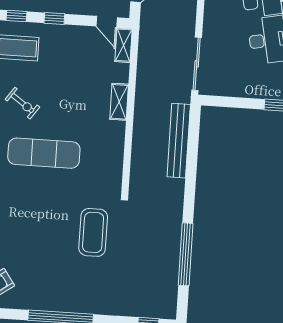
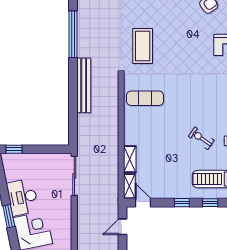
shelving: (119, 102) -> (130, 159), moved
bench: (179, 141) -> (84, 85), moved
exercise mat: (44, 153) -> (145, 98), moved, width x0.73, depth x0.69

